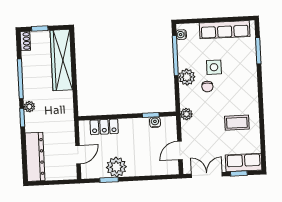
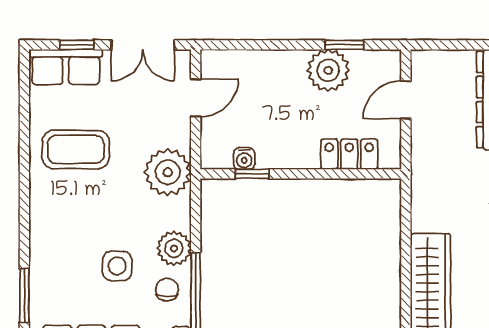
chair: (207, 87) -> (167, 290), moved
plant: (186, 114) -> (168, 172), width x1.87, depth x1.87
coffee table: (237, 123) -> (76, 149), width x1.36, depth x1.30

